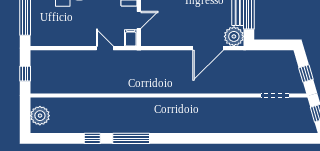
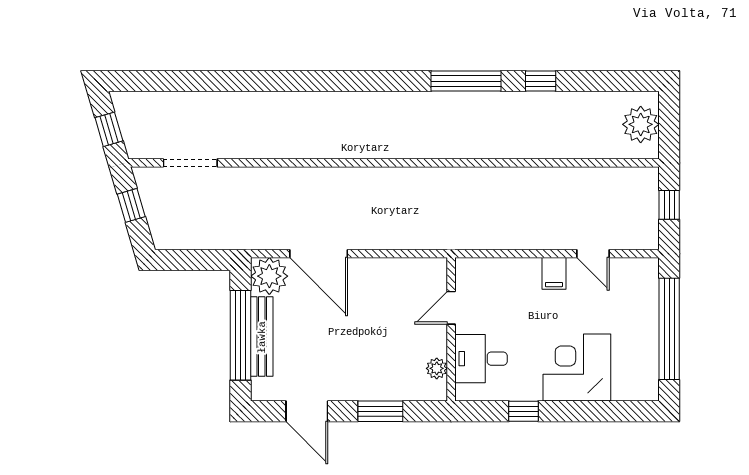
filing cabinet: (131, 38) -> (554, 273), moved
door: (105, 48) -> (593, 254), moved
door: (208, 48) -> (319, 254), swing flipped

